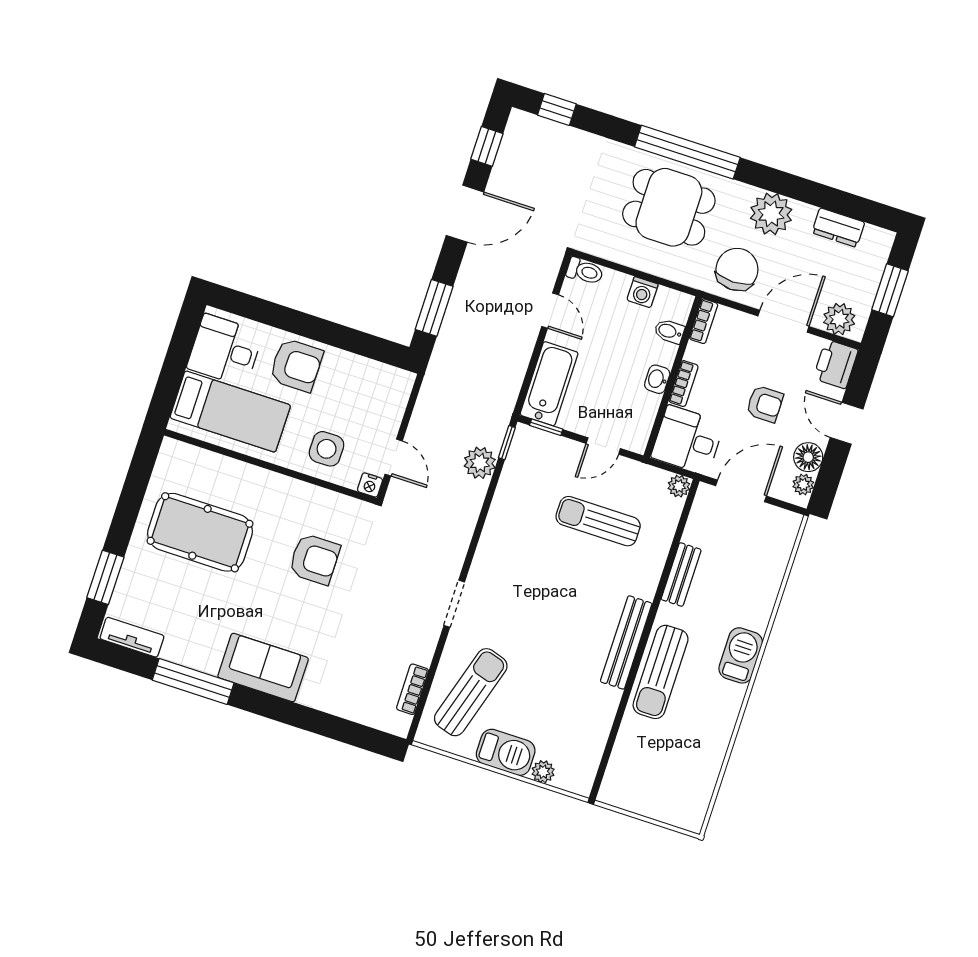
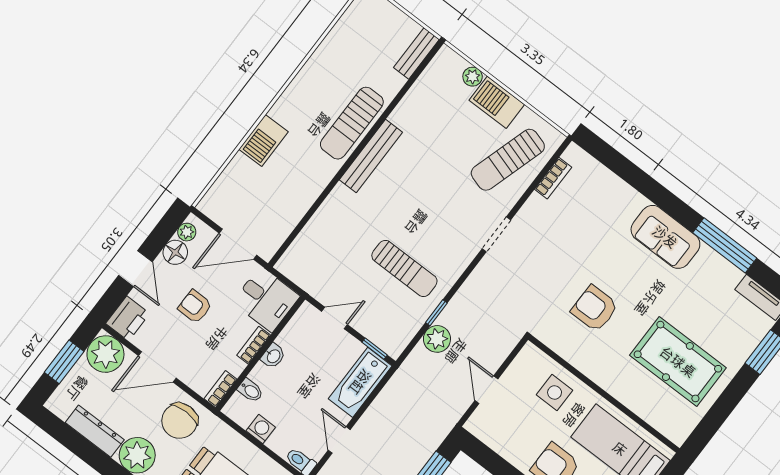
dresser: (838, 228) -> (95, 431), width x1.44
plant: (839, 319) -> (105, 354), width x1.36, depth x1.36
window: (507, 443) -> (436, 313), moved
door: (394, 458) -> (486, 390), moved
nightstand: (370, 485) -> (530, 352), removed
plant: (679, 486) -> (286, 265), removed
sun lounger: (598, 521) -> (404, 268), moved
bench: (681, 574) -> (416, 53), moved
barbecue: (741, 655) -> (263, 141), moved
sun lounger: (661, 672) -> (352, 123), turned 180

